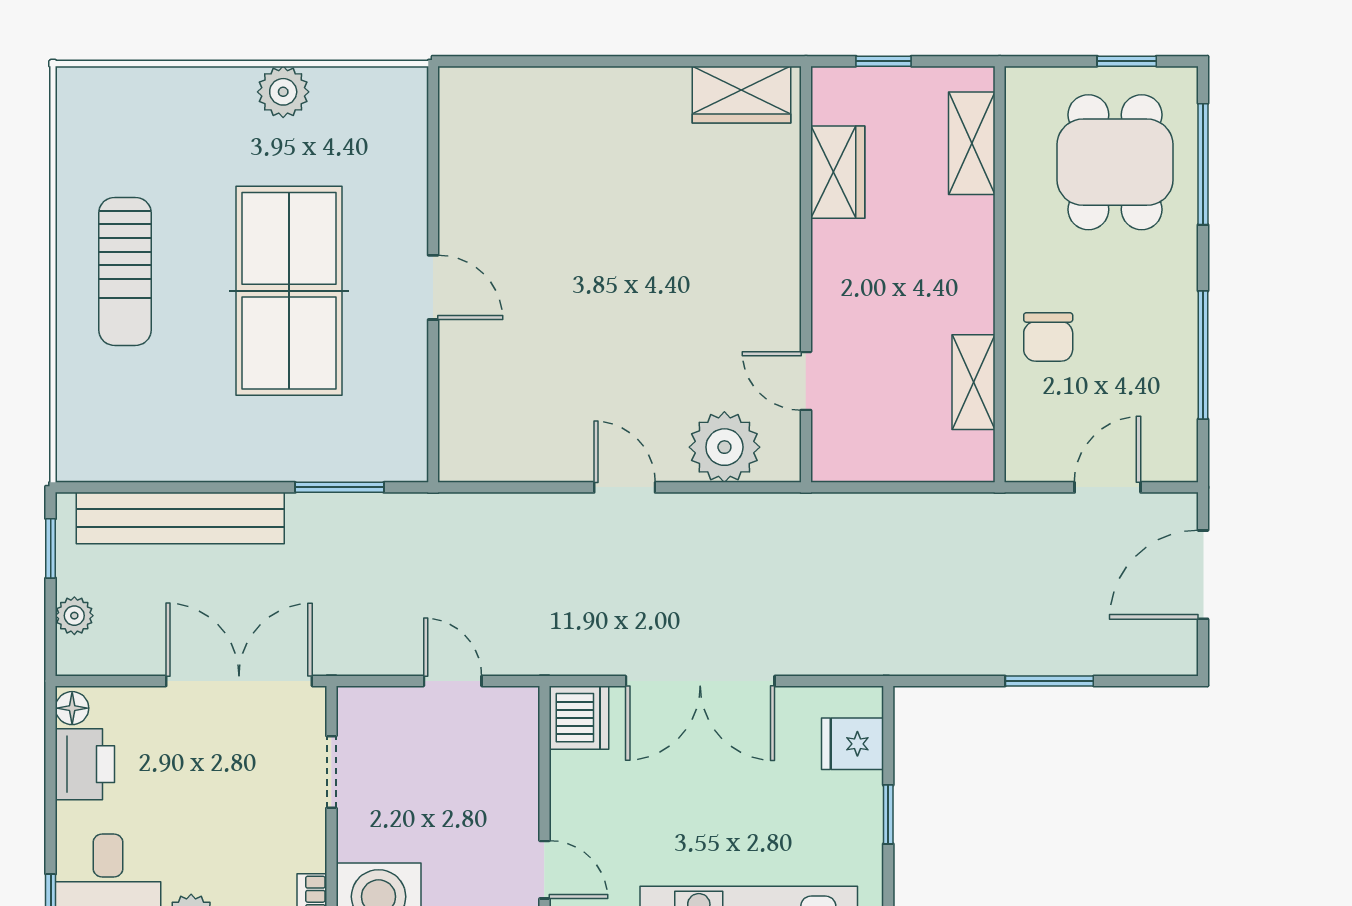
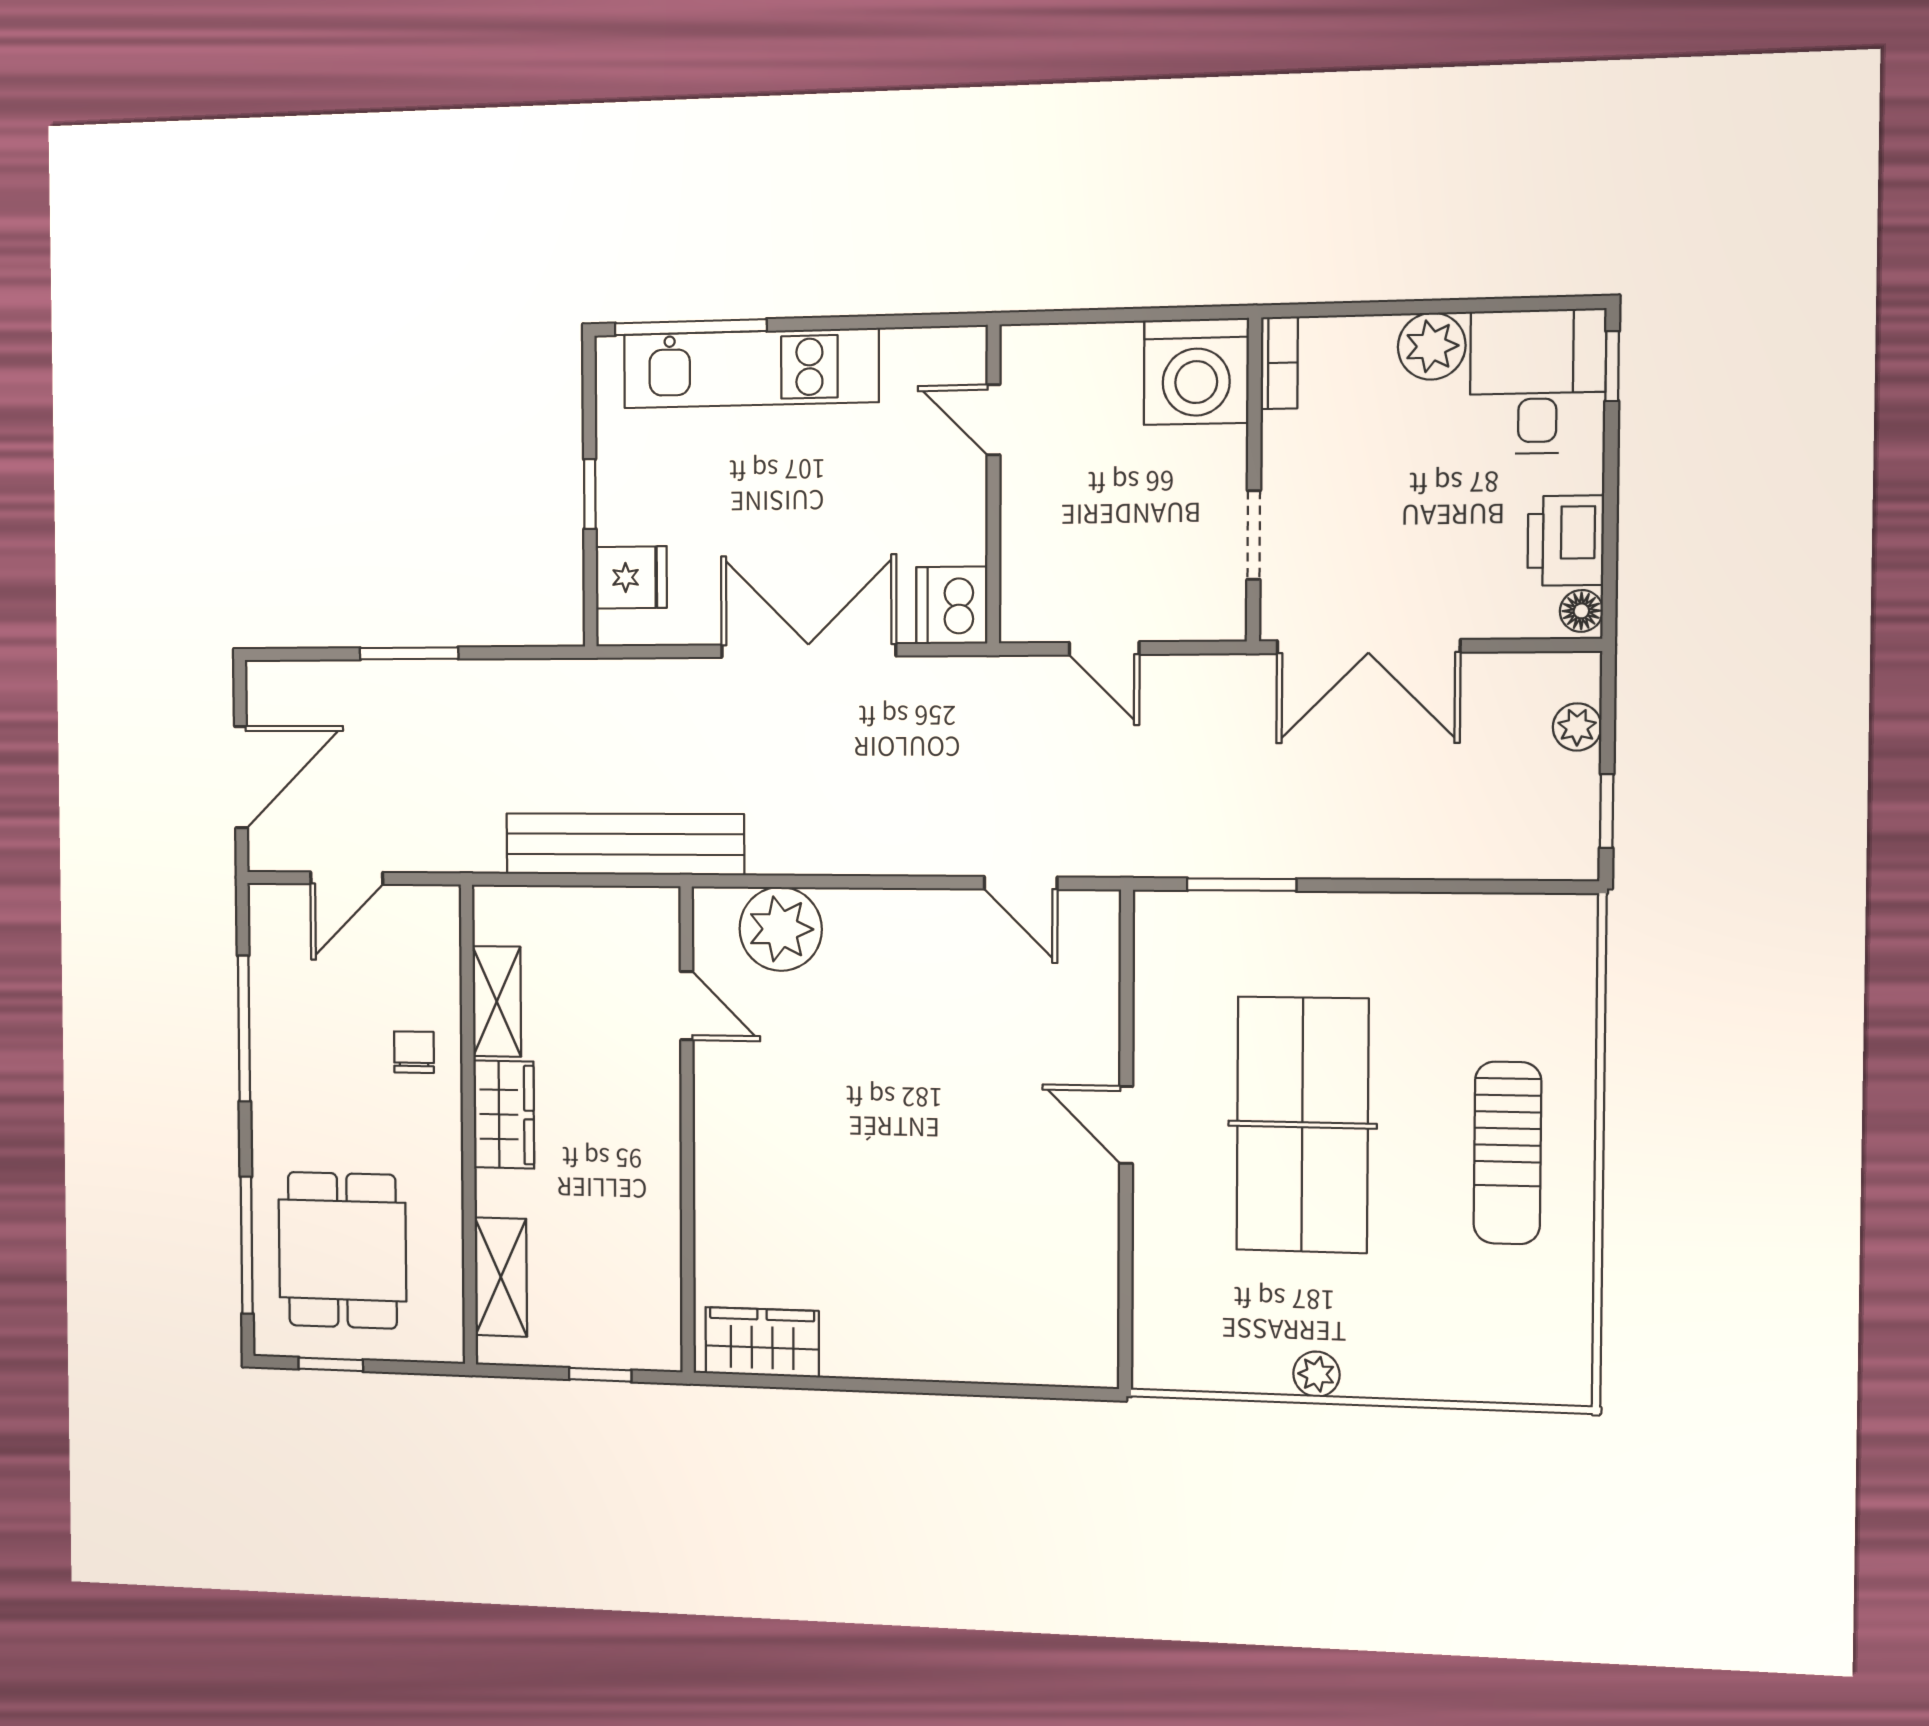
plant: (283, 92) -> (1316, 1374), width x0.73, depth x0.73
wardrobe: (838, 172) -> (504, 1115), moved, turned 180
sun lounger: (125, 271) -> (1507, 1153), turned 180
chair: (1048, 337) -> (414, 1052), width x0.73, depth x0.73
door: (625, 487) -> (1021, 883), moved
bench: (180, 518) -> (625, 844), moved

